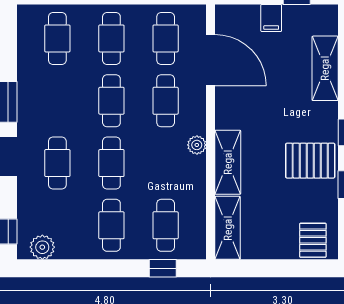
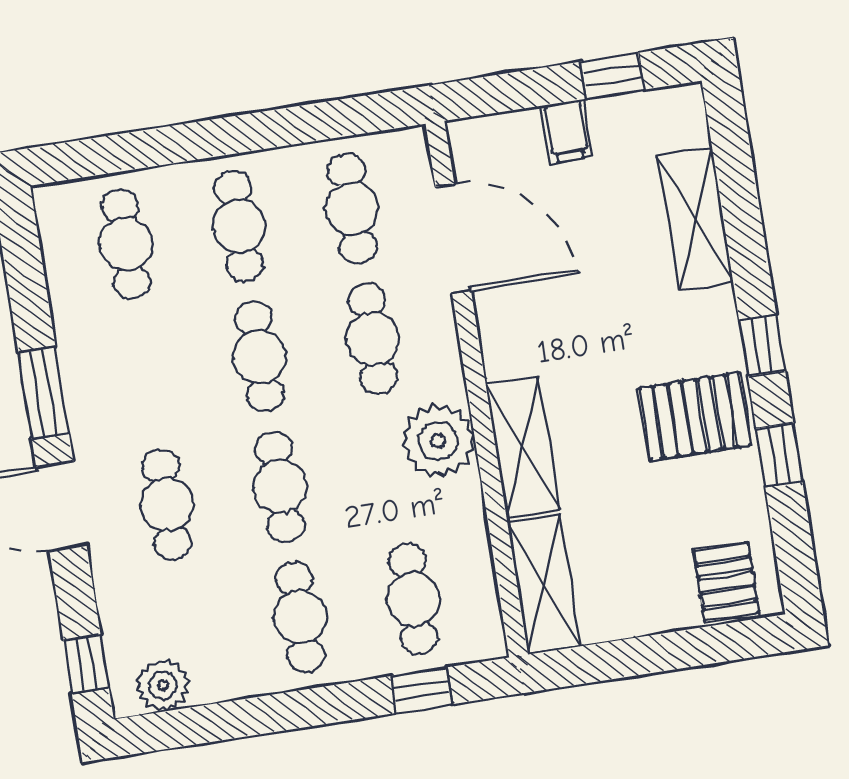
plant: (197, 145) -> (438, 441), width x1.88, depth x1.88

